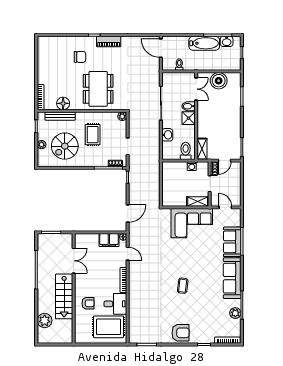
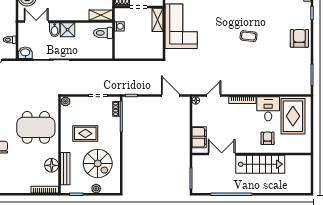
washbasin: (167, 135) -> (25, 53), moved
filing cabinet: (109, 240) -> (199, 137), moved
plant: (45, 321) -> (286, 185), removed

